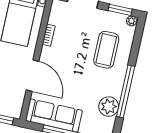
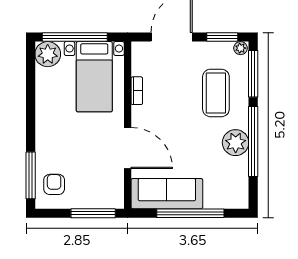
window: (137, 42) -> (253, 74), added
plant: (109, 107) -> (236, 143), moved

